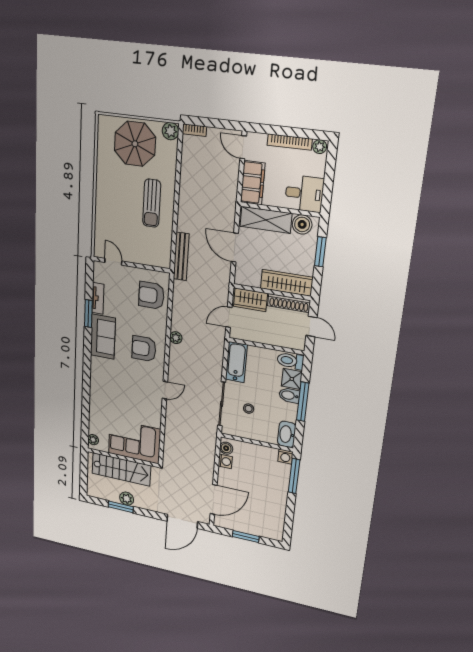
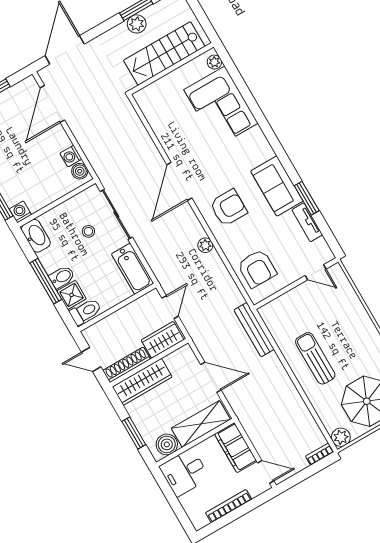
plant: (320, 147) -> (200, 521), removed
armchair: (151, 295) -> (257, 269), turned 90
door: (165, 390) -> (179, 181), width x1.87
corner sofa: (134, 441) -> (221, 106), moved, turned 90

